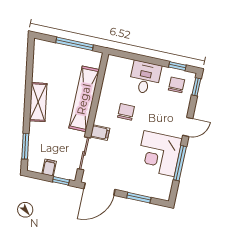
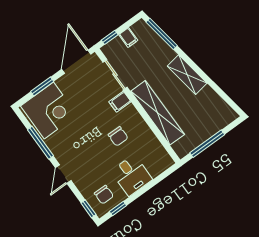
window: (25, 146) -> (162, 34), width x1.44
corner desk: (159, 154) -> (49, 110), moved, turned 90

